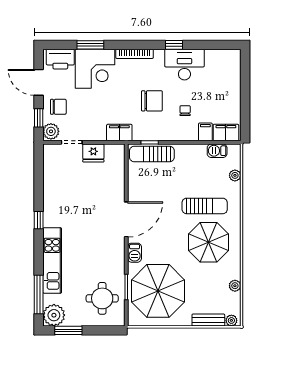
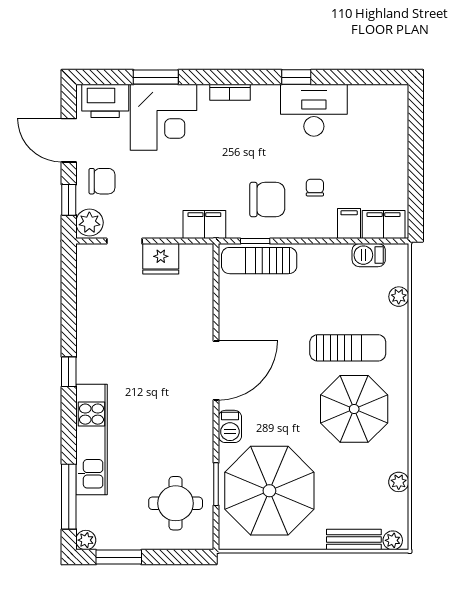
bookcase: (135, 54) -> (230, 92), width x0.64
chair: (152, 101) -> (267, 200), moved
plant: (54, 315) -> (86, 540), width x0.53, depth x0.53

